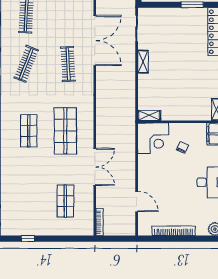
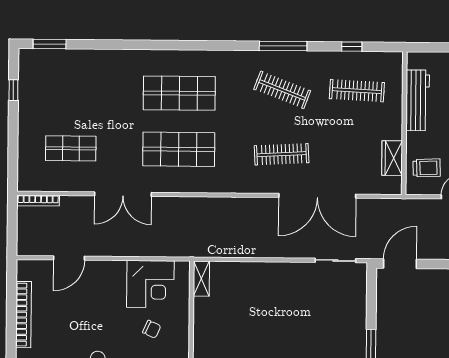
shelving: (143, 62) -> (284, 270), removed
shop shelf: (29, 131) -> (179, 93), width x1.43, depth x1.36
corner desk: (153, 138) -> (150, 284), moved, turned -90

